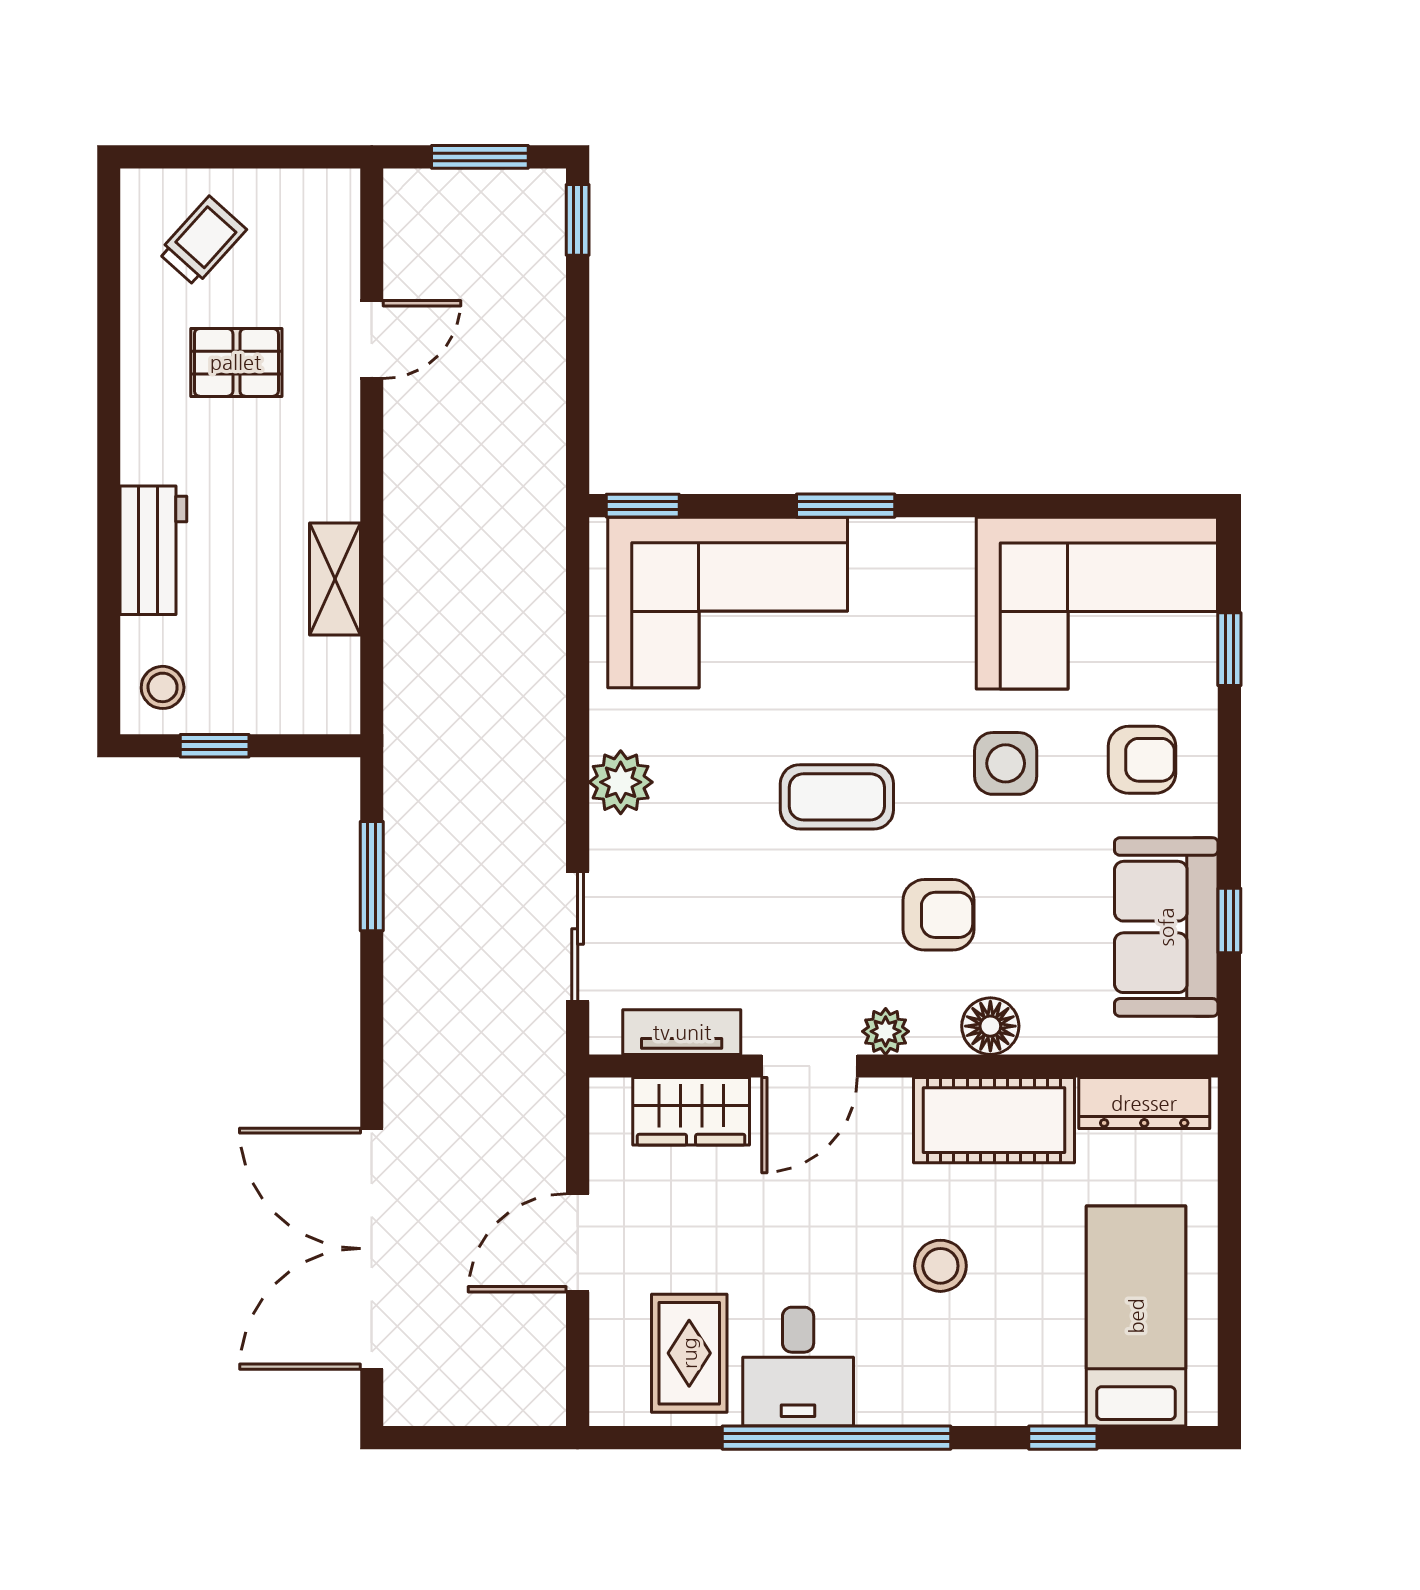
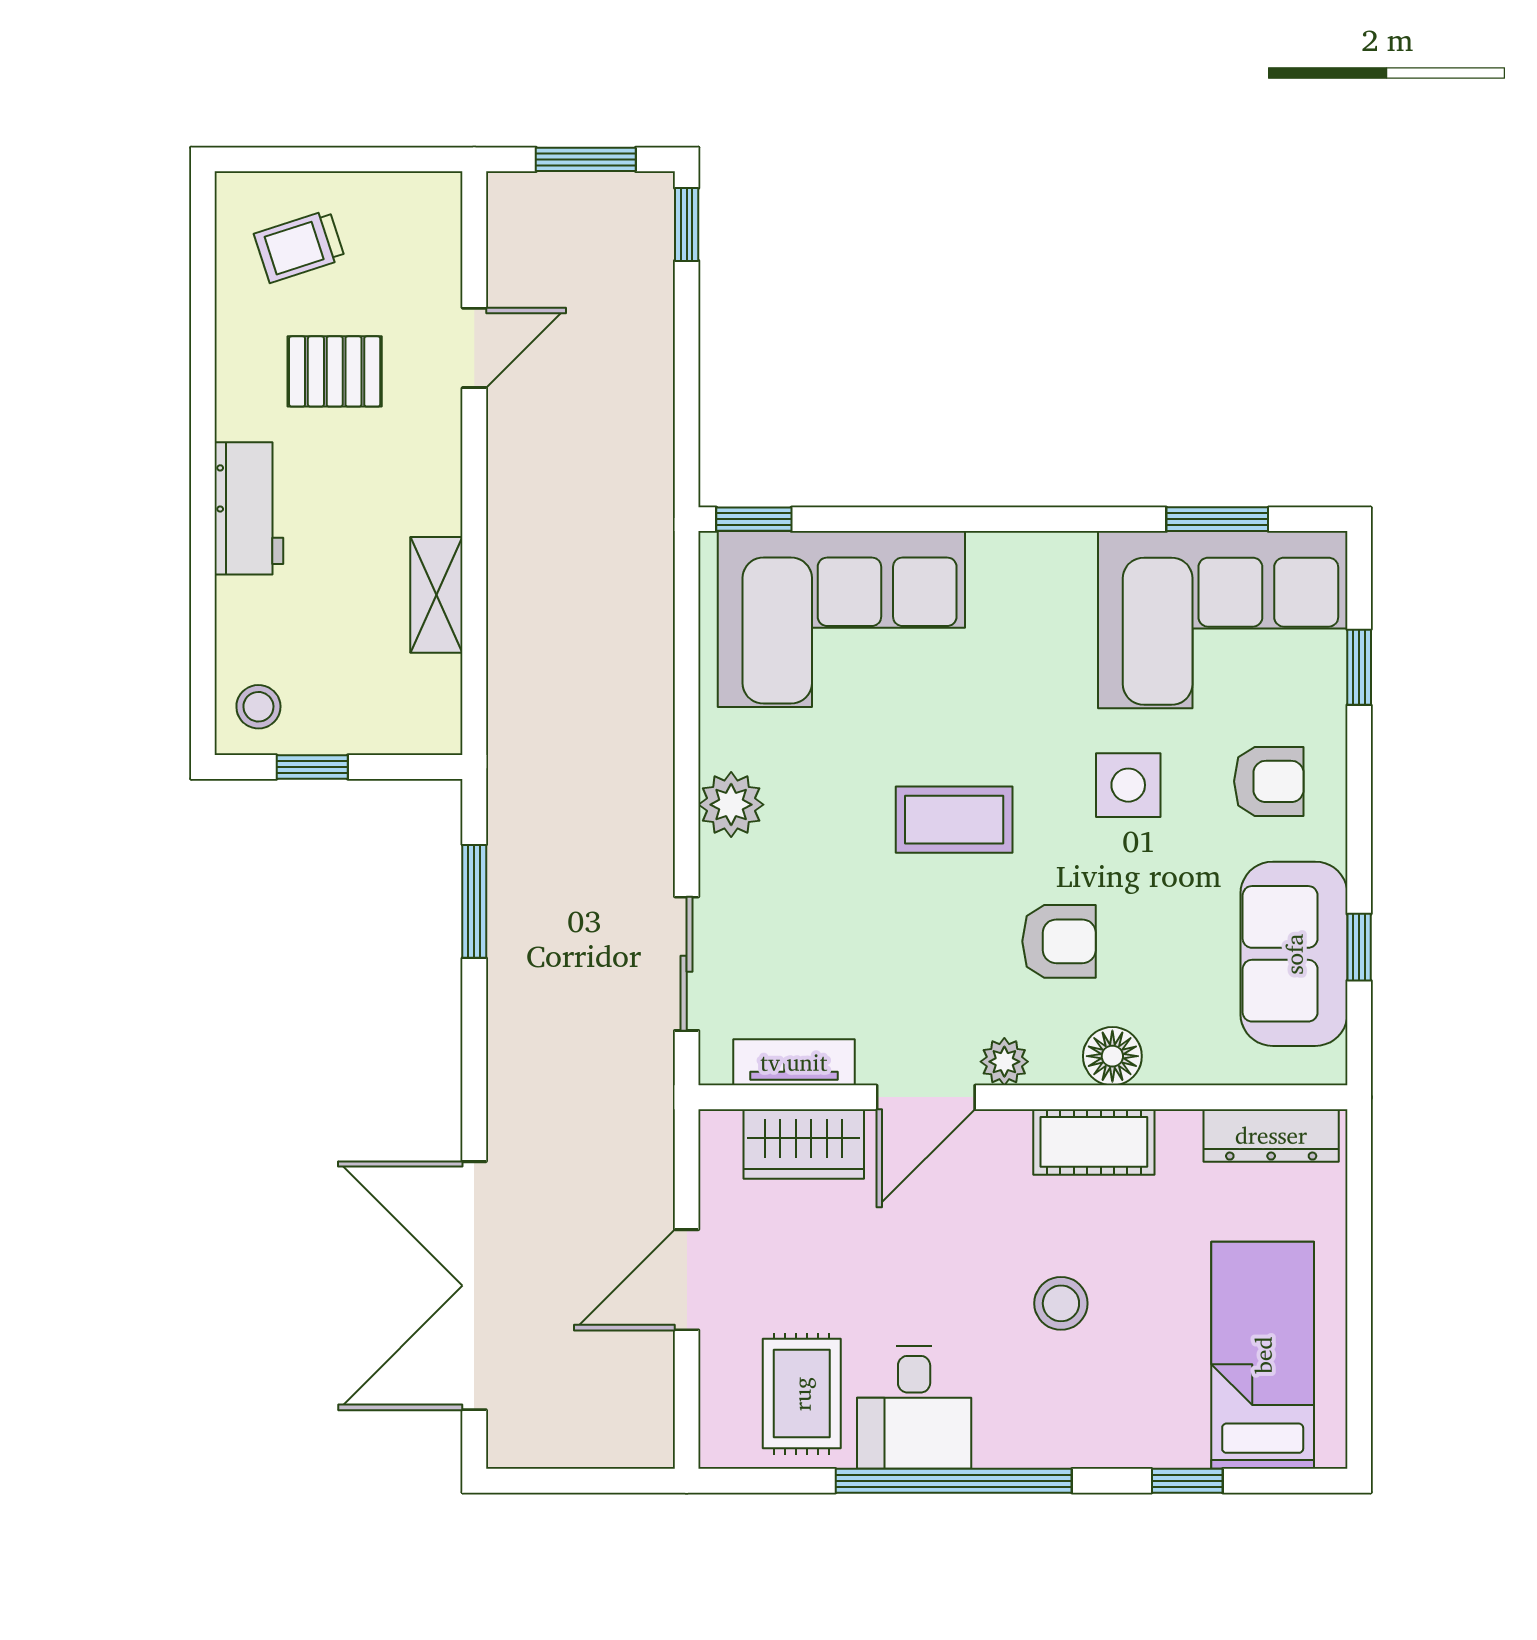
trolley: (202, 241) -> (299, 246), turned -150
window: (846, 506) -> (1217, 519), moved
workbench: (153, 550) -> (249, 508), moved
cot: (994, 1120) -> (1094, 1142), width x0.73, depth x0.75

